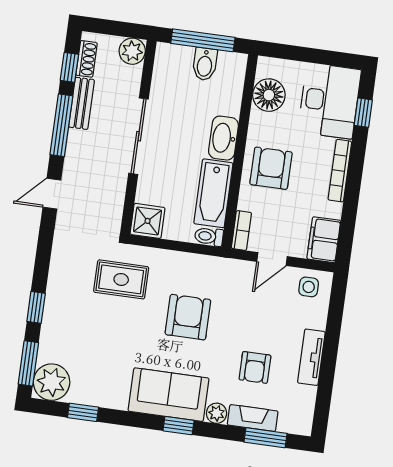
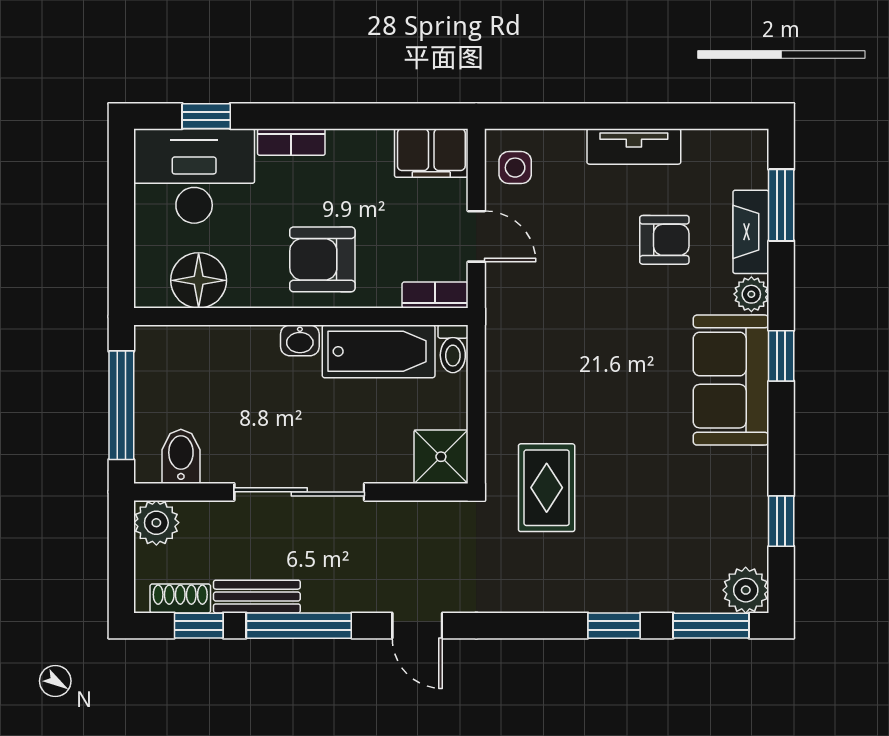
bidet: (205, 64) -> (181, 456), moved, turned -90
washbasin: (223, 138) -> (300, 340), width x0.52, depth x0.69
bookcase: (340, 171) -> (291, 142), width x0.64
armchair: (188, 317) -> (595, 365), removed
plant: (52, 382) -> (746, 590), width x0.73, depth x0.73

